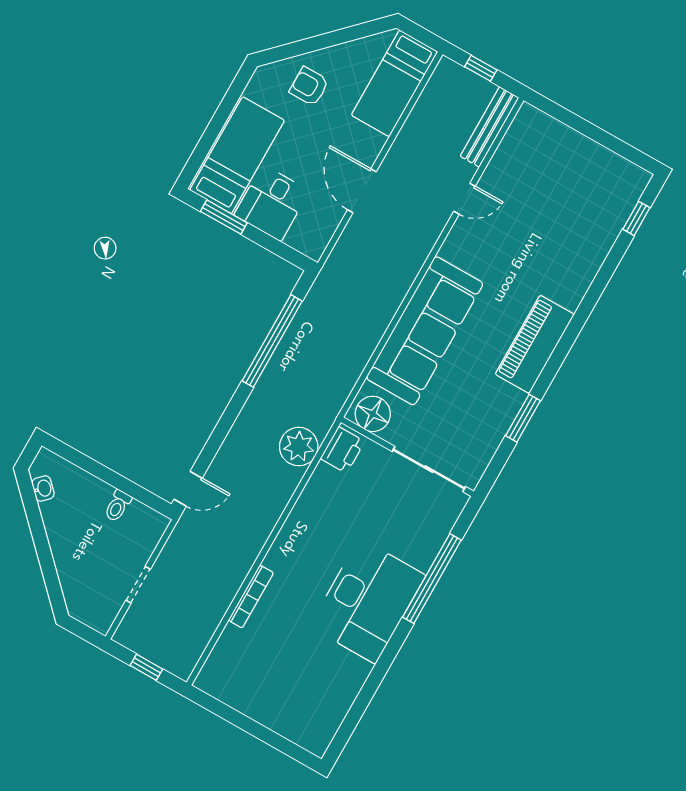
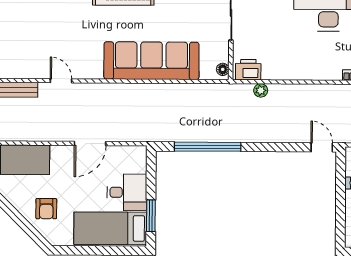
floor lamp: (373, 414) -> (223, 69), width x0.53, depth x0.53
plant: (299, 447) -> (261, 90), width x0.53, depth x0.53

